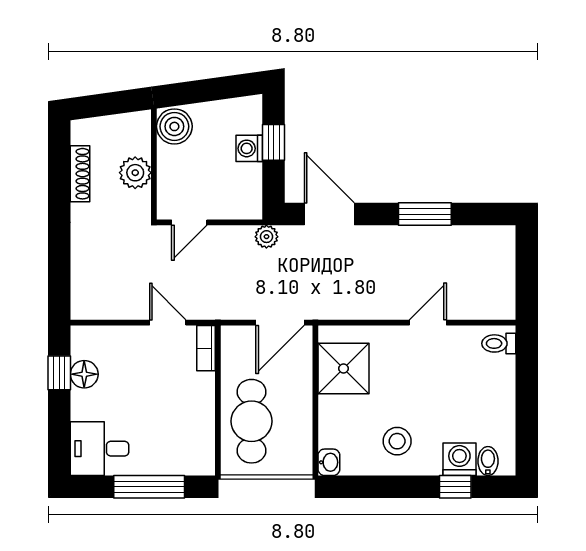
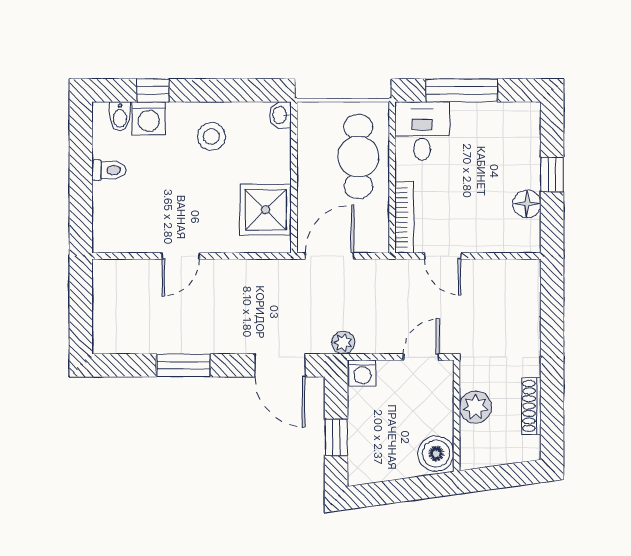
washing machine: (249, 148) -> (362, 373), moved, turned 90
toilet: (499, 343) -> (109, 170), moved
bookcase: (206, 348) -> (404, 217), width x1.56
window: (59, 373) -> (552, 174), moved
desk: (100, 449) -> (422, 131), moved, turned -90

